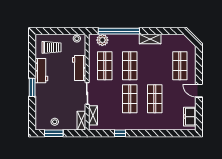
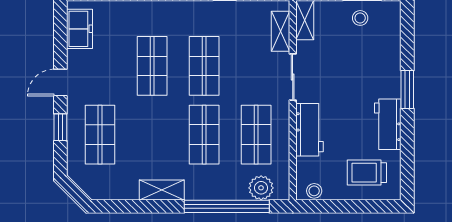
window: (199, 69) -> (60, 127), added
door: (199, 91) -> (60, 83), swing flipped

